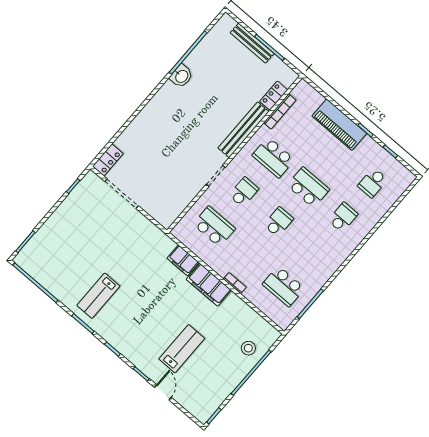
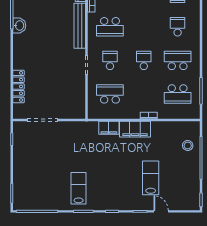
locker: (108, 160) -> (18, 86), moved, width x1.53
school desk: (308, 187) -> (178, 60), moved
lab bench: (98, 296) -> (79, 188), turned 180

